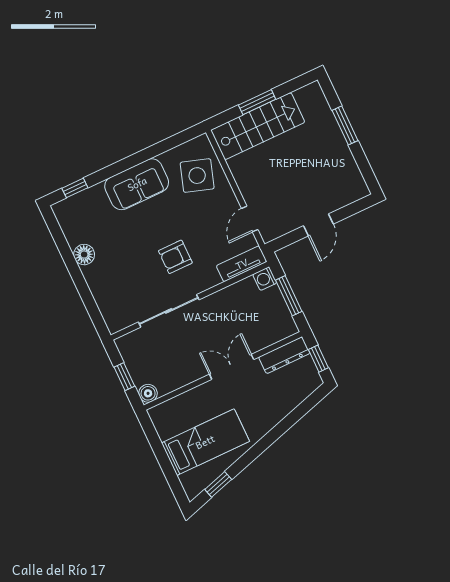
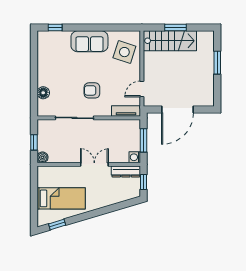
door: (318, 225) -> (177, 110), width x1.87
floor lamp: (84, 255) -> (43, 93), moved
washing machine: (265, 279) -> (135, 157), moved

